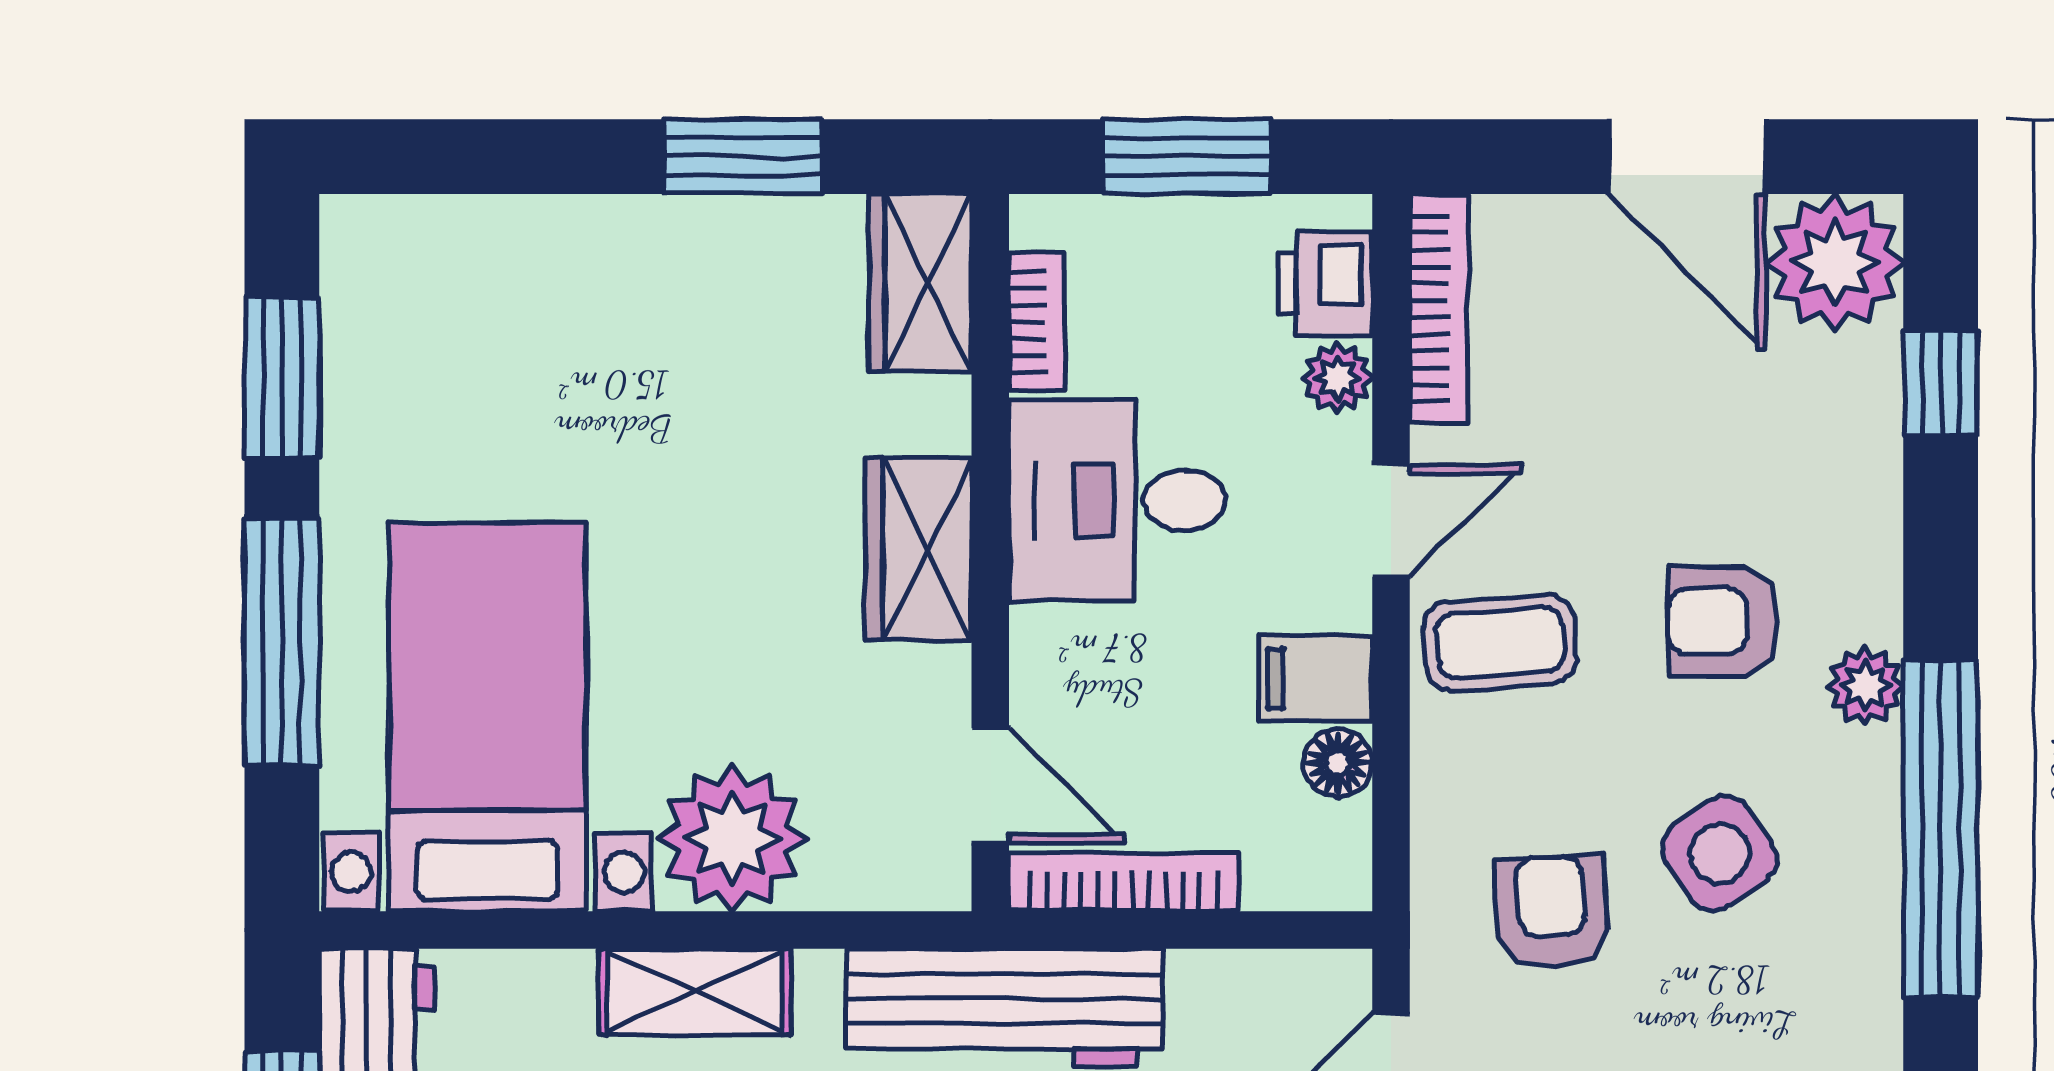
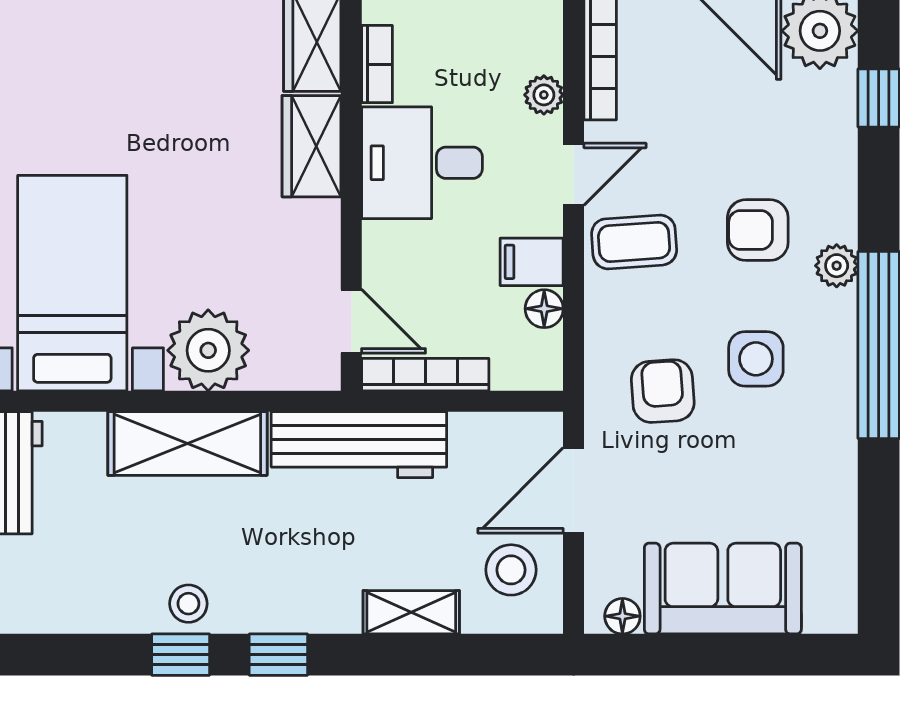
printer: (1325, 284) -> (537, 43), removed
wardrobe: (919, 549) -> (312, 146), moved
side table: (1720, 854) -> (756, 359), turned 35
shelving: (695, 992) -> (187, 443), width x1.50, depth x1.33

